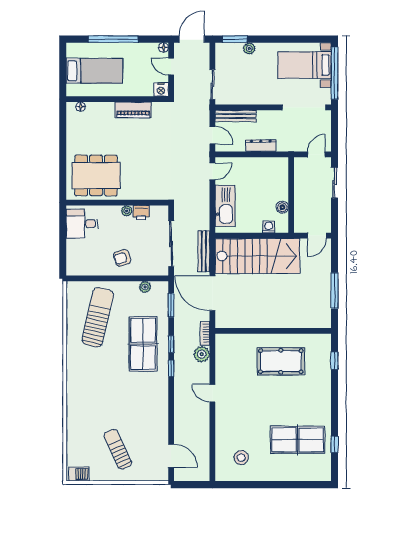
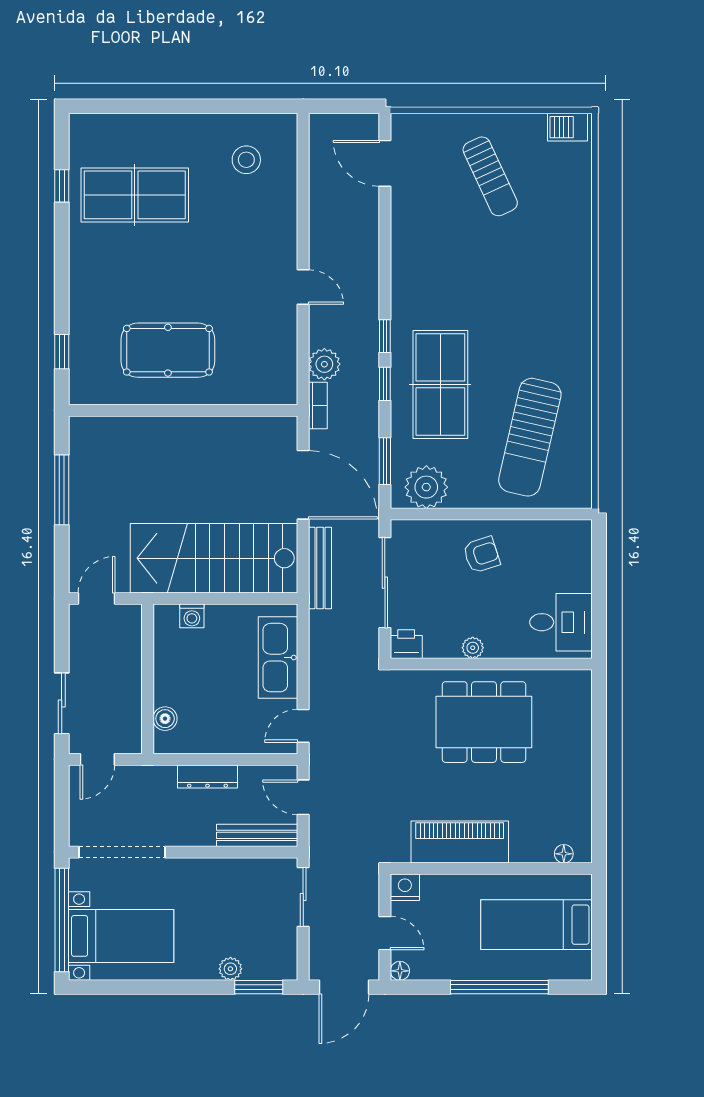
piano: (133, 110) -> (460, 842), width x1.37, depth x1.33
dining table: (96, 175) -> (484, 722), moved
boiler: (282, 207) -> (165, 719), moved
printer: (141, 213) -> (406, 644), moved
plant: (145, 287) -> (426, 487), width x1.87, depth x1.87

